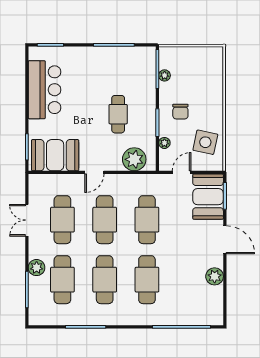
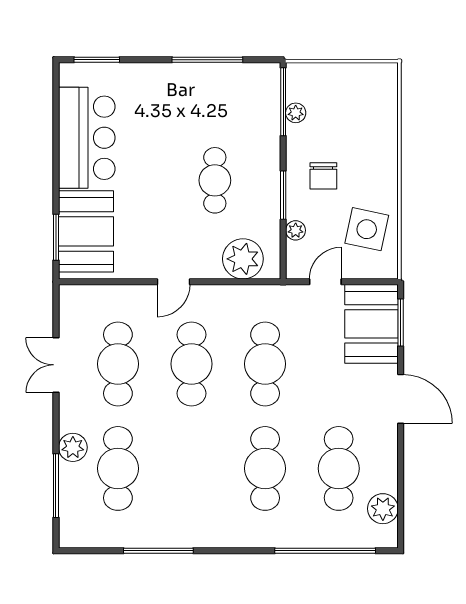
booth: (55, 155) -> (86, 231), moved, turned 90
plant: (215, 276) -> (383, 509), moved
cafe table: (105, 280) -> (339, 468), moved

